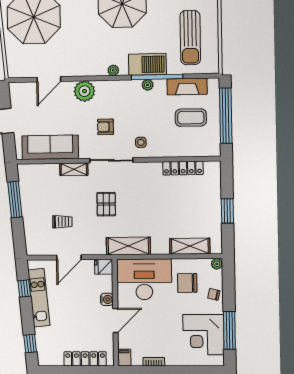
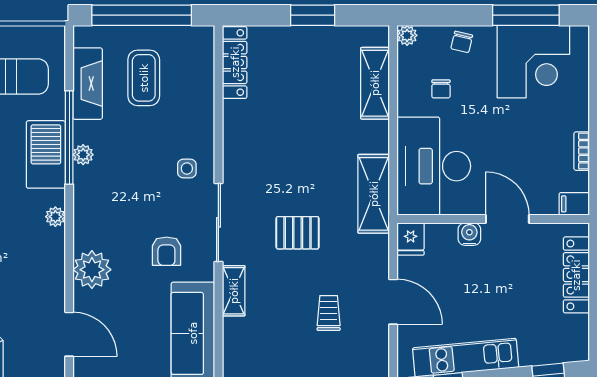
armchair: (106, 127) -> (166, 251), moved
locker: (183, 168) -> (235, 62), moved
chair: (187, 283) -> (441, 89), width x0.54, depth x0.54

